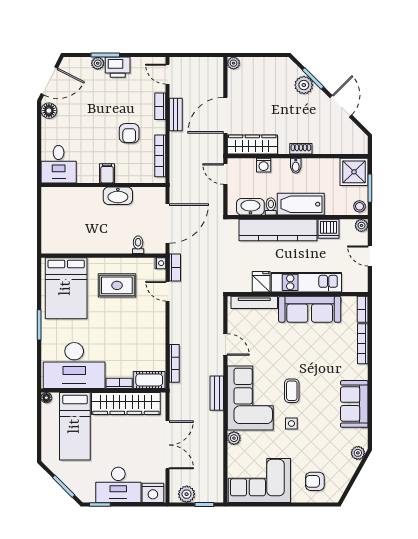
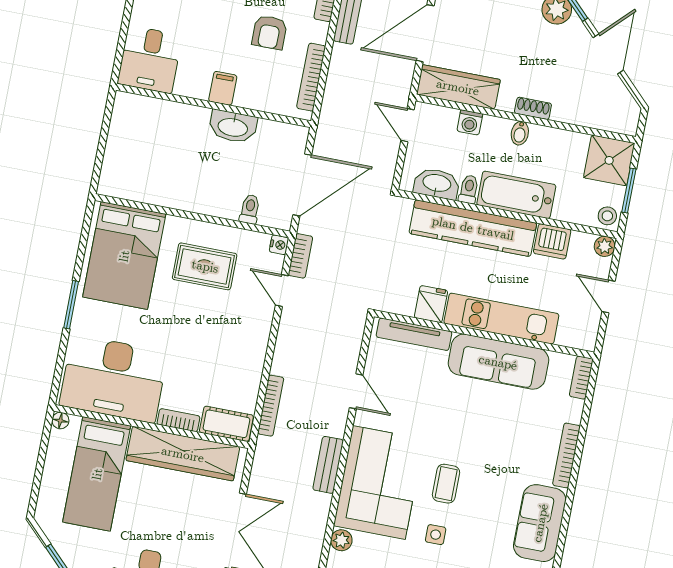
bookcase: (363, 344) -> (566, 455), moved

